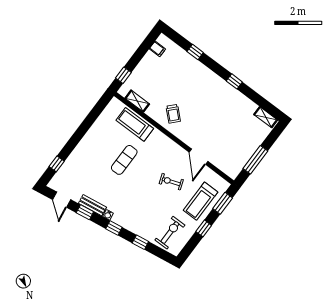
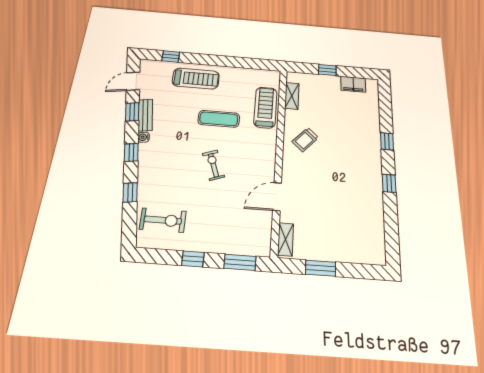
filing cabinet: (157, 49) -> (353, 84), width x2.00
window: (195, 52) -> (387, 141), moved
window: (123, 75) -> (327, 70), moved
shelving: (266, 117) -> (286, 239), moved
window: (255, 160) -> (321, 268), width x0.69
exercise bike: (171, 182) -> (213, 165), moved
treadmill: (201, 201) -> (196, 79), moved, turned 180

